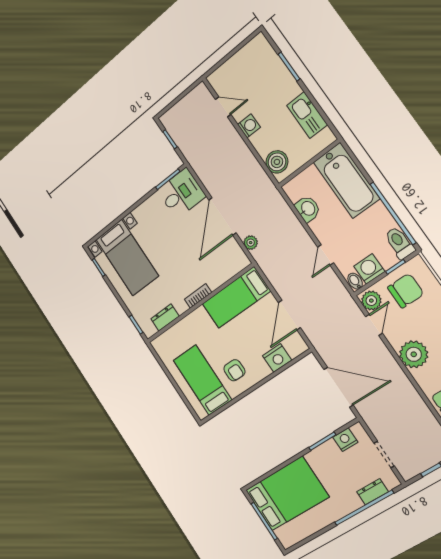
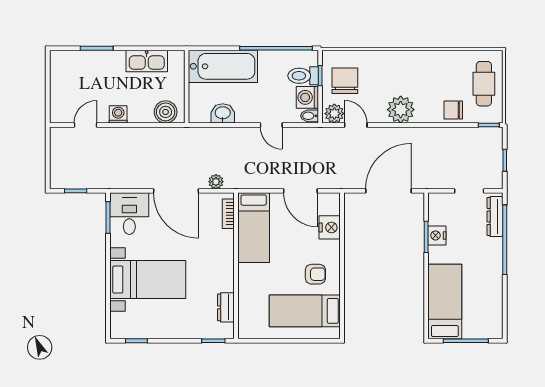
toilet: (400, 243) -> (303, 76), moved
bed with nightstands: (127, 258) -> (148, 279), moved
bookcase: (198, 296) -> (228, 214), moved
nightstand: (345, 440) -> (437, 235), moved
dresser: (372, 492) -> (495, 217), width x1.44
bed: (287, 494) -> (445, 302), width x0.67

